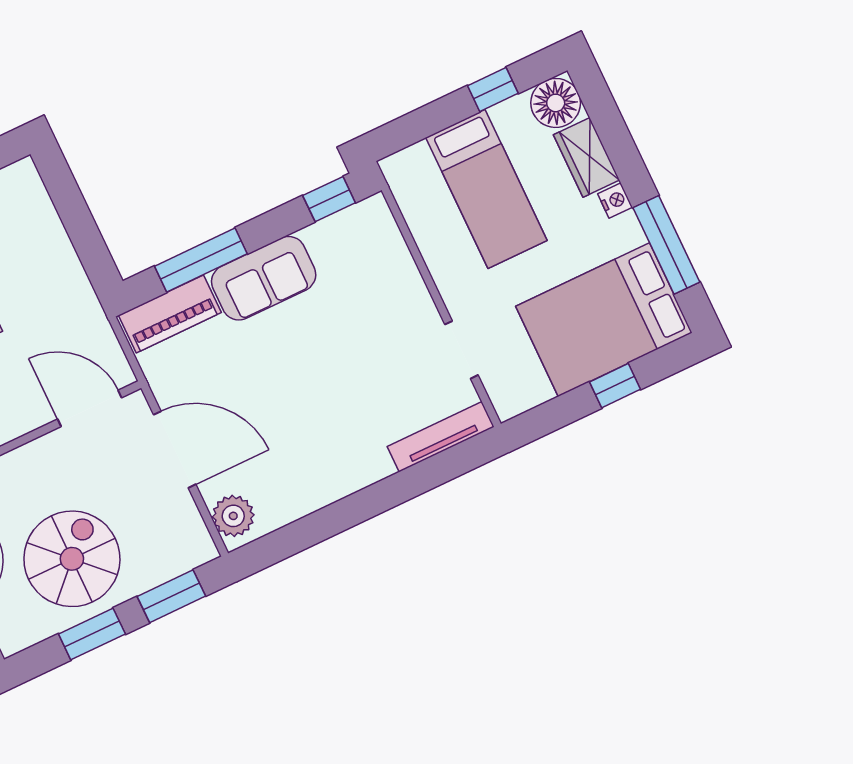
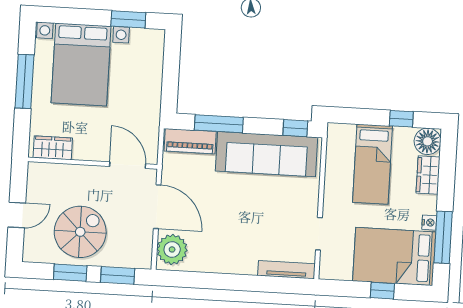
nightstand: (615, 200) -> (429, 223), moved
sofa: (264, 278) -> (266, 154), width x1.85, depth x1.27
plant: (233, 516) -> (172, 249), width x1.36, depth x1.36

